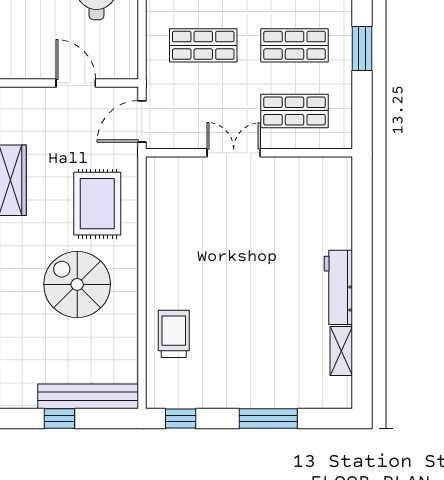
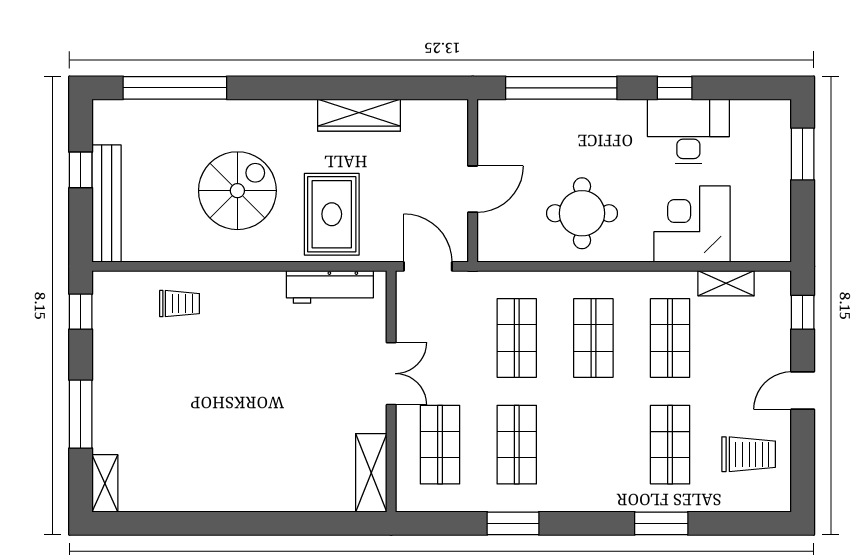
shelving: (319, 170) -> (371, 473), added
rug: (97, 204) -> (332, 214), turned 90
workbench: (338, 287) -> (330, 287), moved, turned 180
trolley: (174, 334) -> (180, 304), width x0.73, depth x0.72
shelving: (341, 351) -> (105, 483), moved, turned 90

